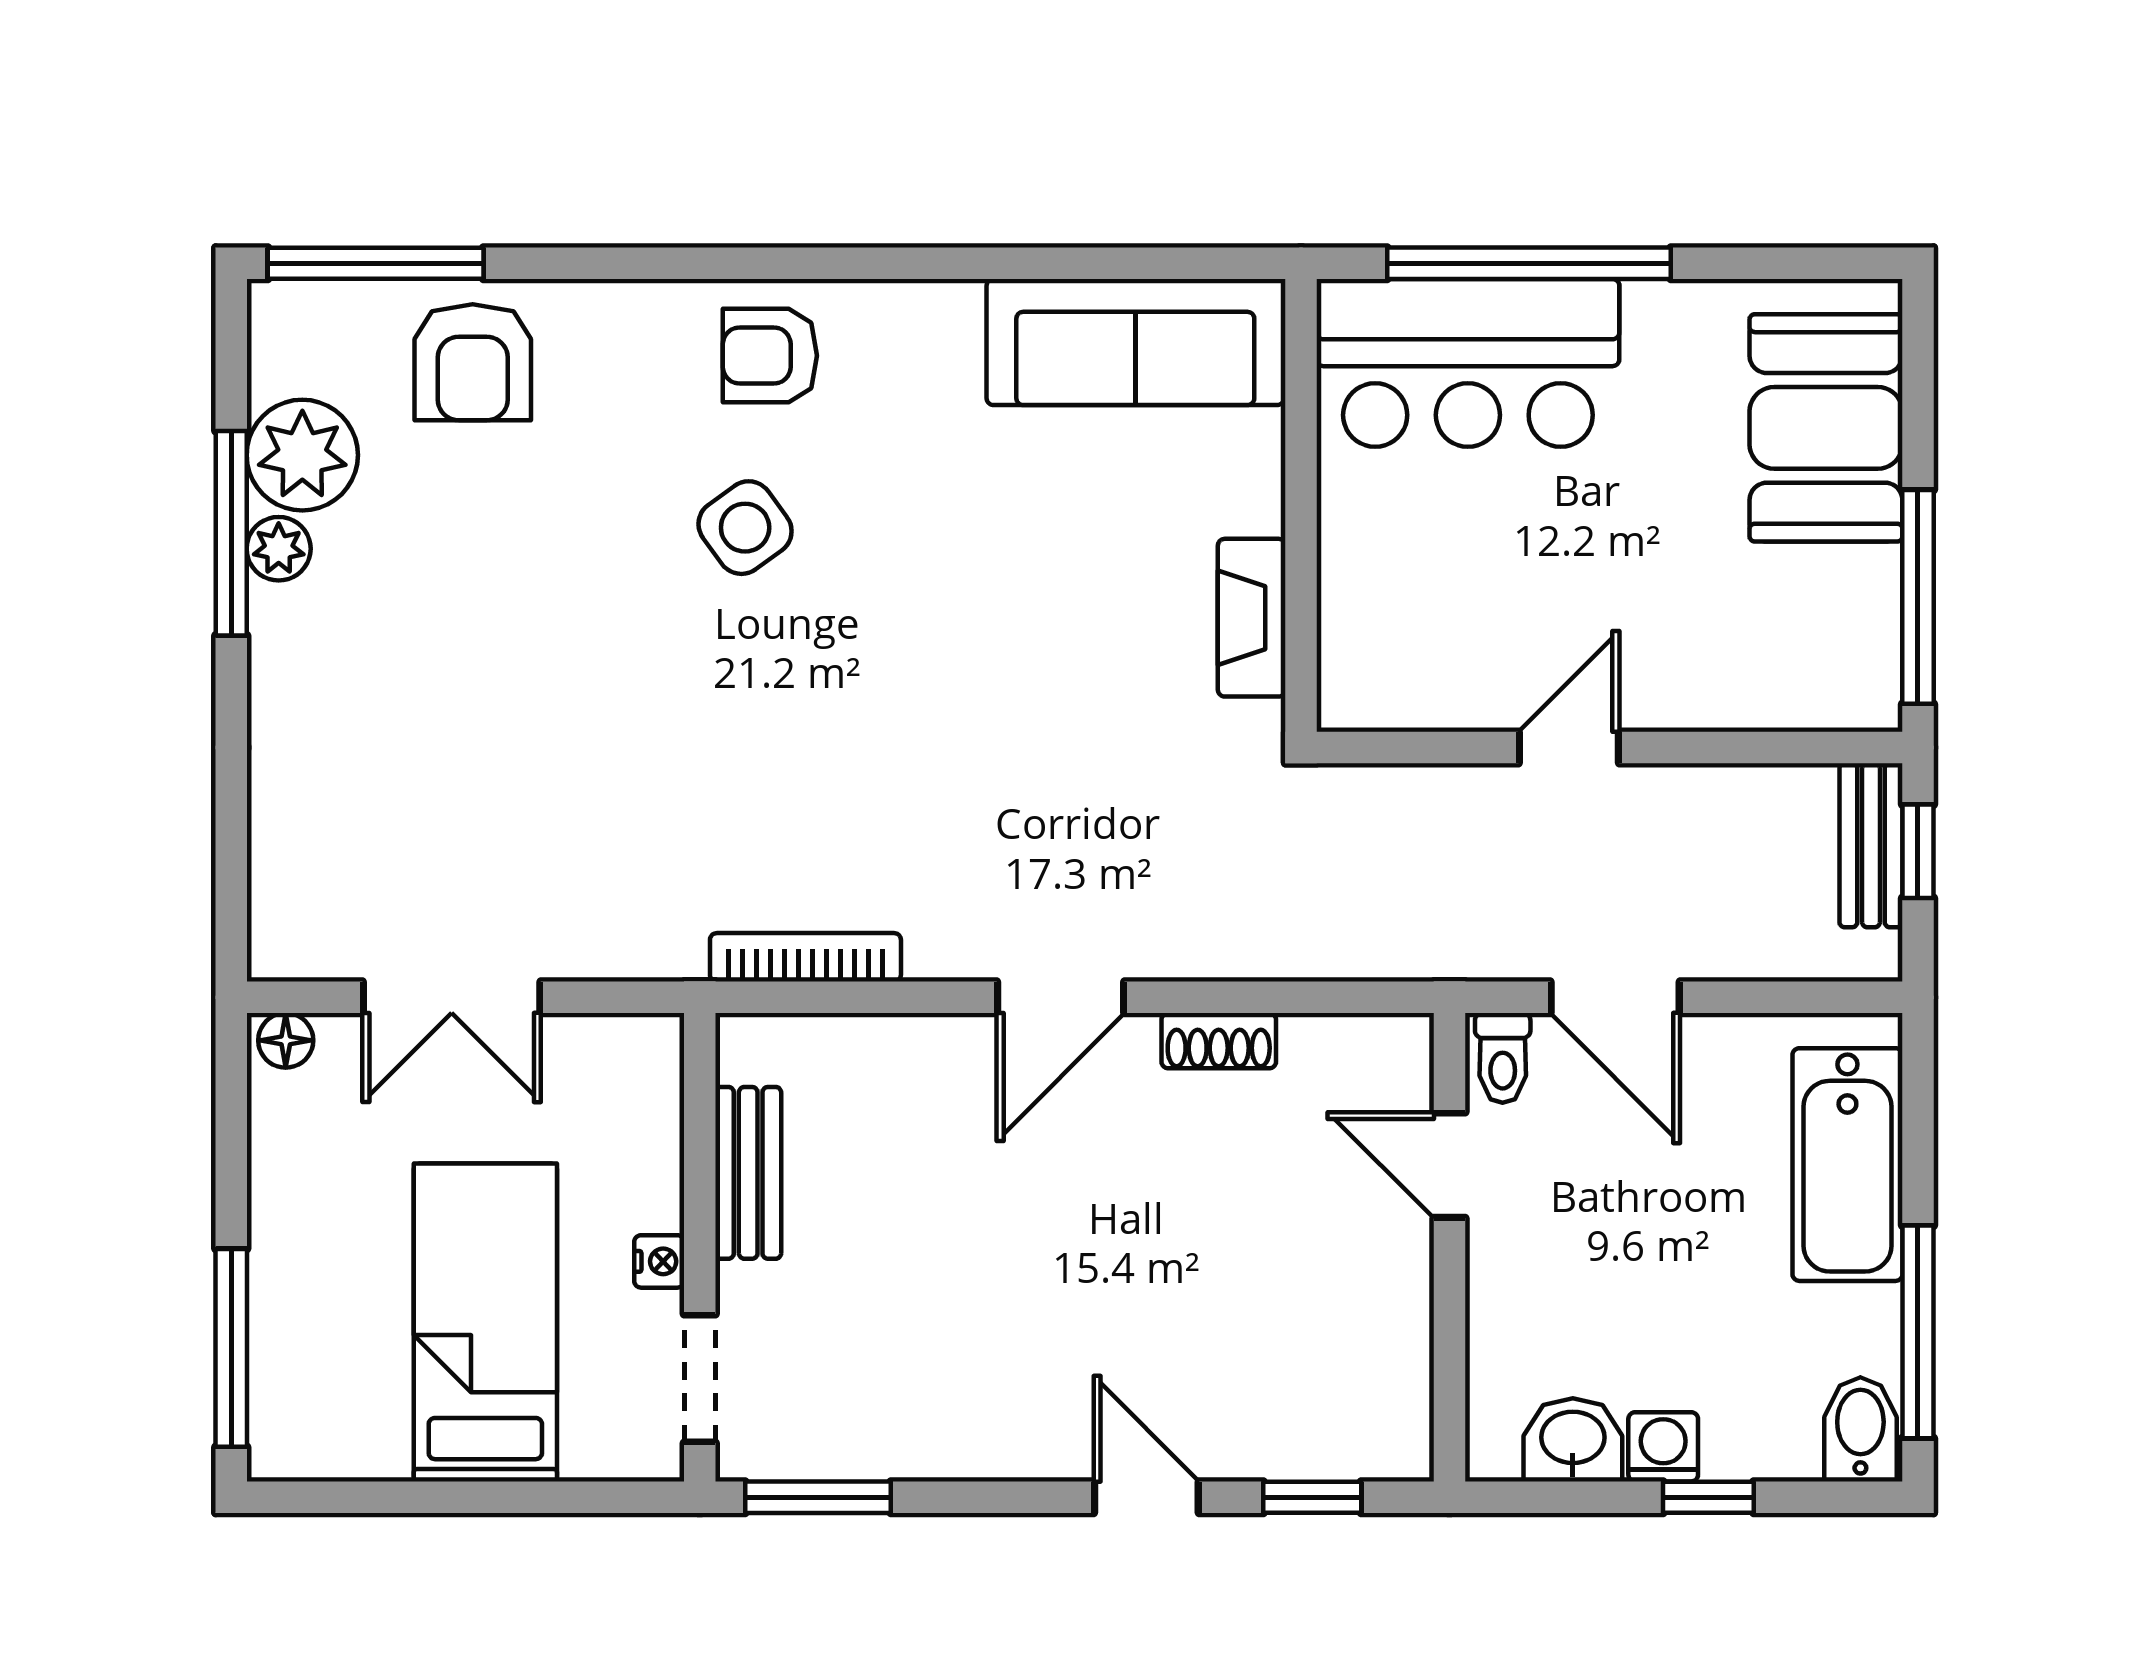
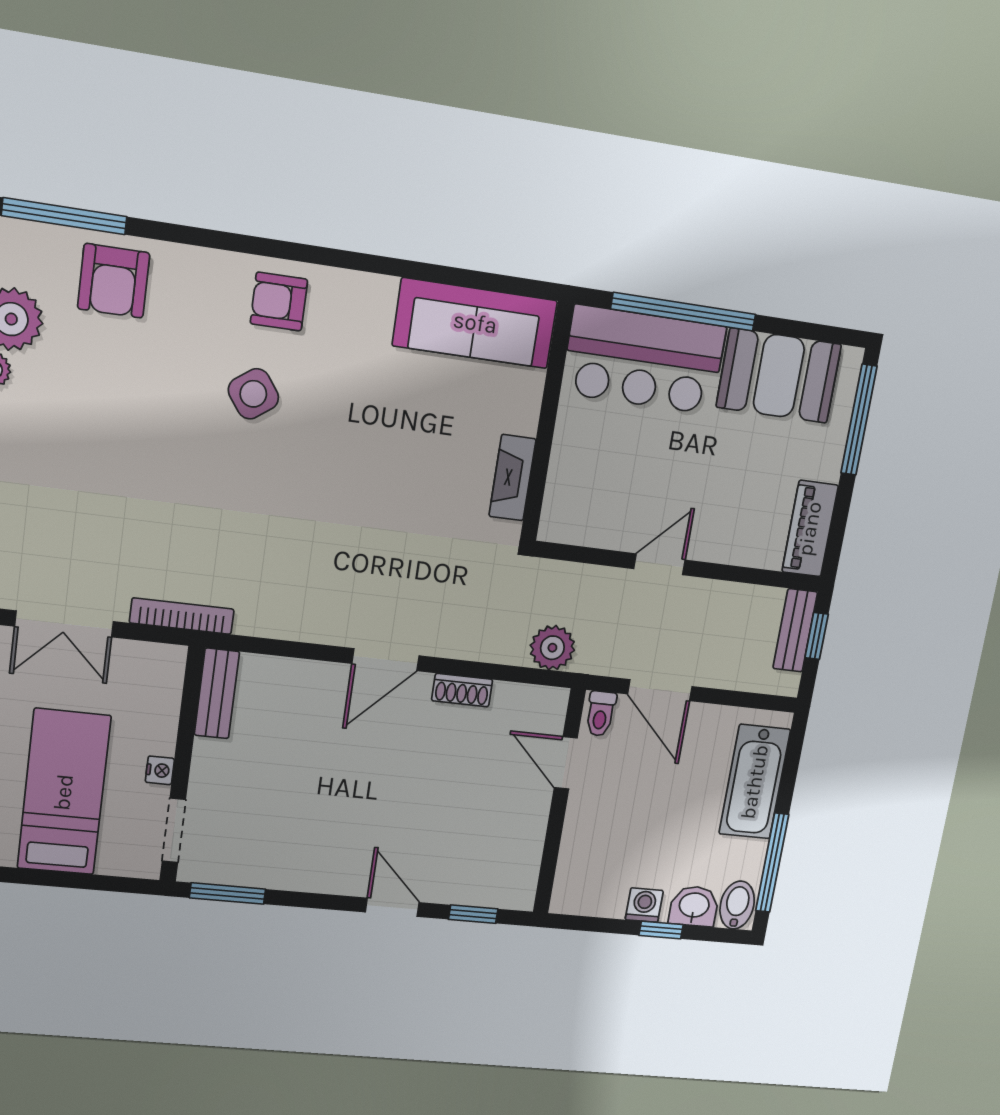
booth: (1826, 428) -> (779, 376), moved, turned 90
window: (1918, 597) -> (859, 420), moved
piano: (1861, 640) -> (810, 529), added
plant: (1384, 937) -> (552, 648), added
bookcase: (805, 957) -> (182, 616), moved
bench: (748, 1173) -> (217, 693), moved
washbasin: (1573, 1440) -> (694, 906), moved

